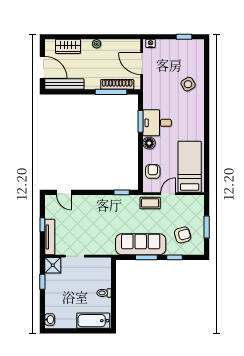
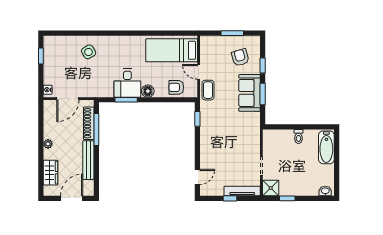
bench: (64, 84) -> (88, 160), moved
sofa: (141, 244) -> (250, 93), width x0.73

